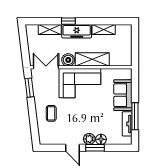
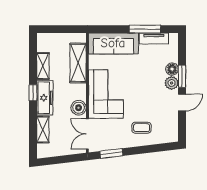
window: (68, 21) -> (33, 93), moved
shelving: (92, 59) -> (78, 63), moved
sofa: (123, 95) -> (113, 43), width x1.36

